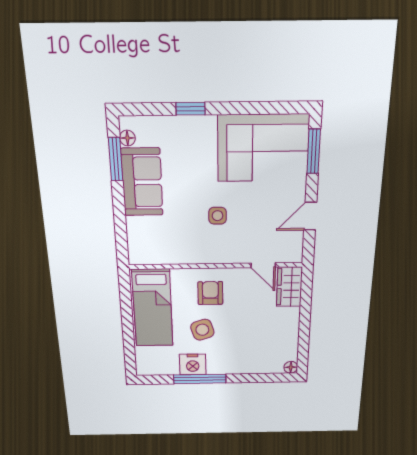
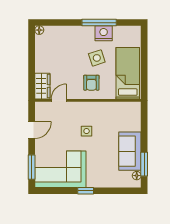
window: (191, 109) -> (86, 191), moved
door: (263, 265) -> (59, 100), hinge flipped

